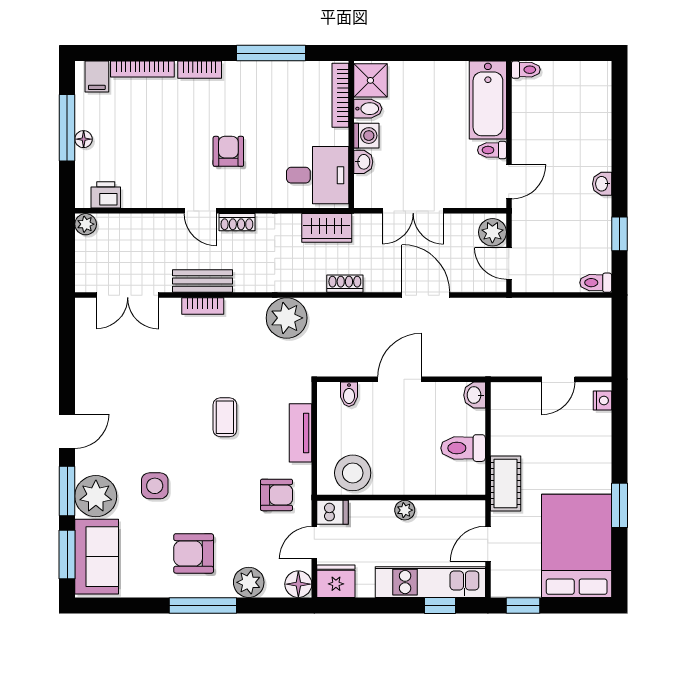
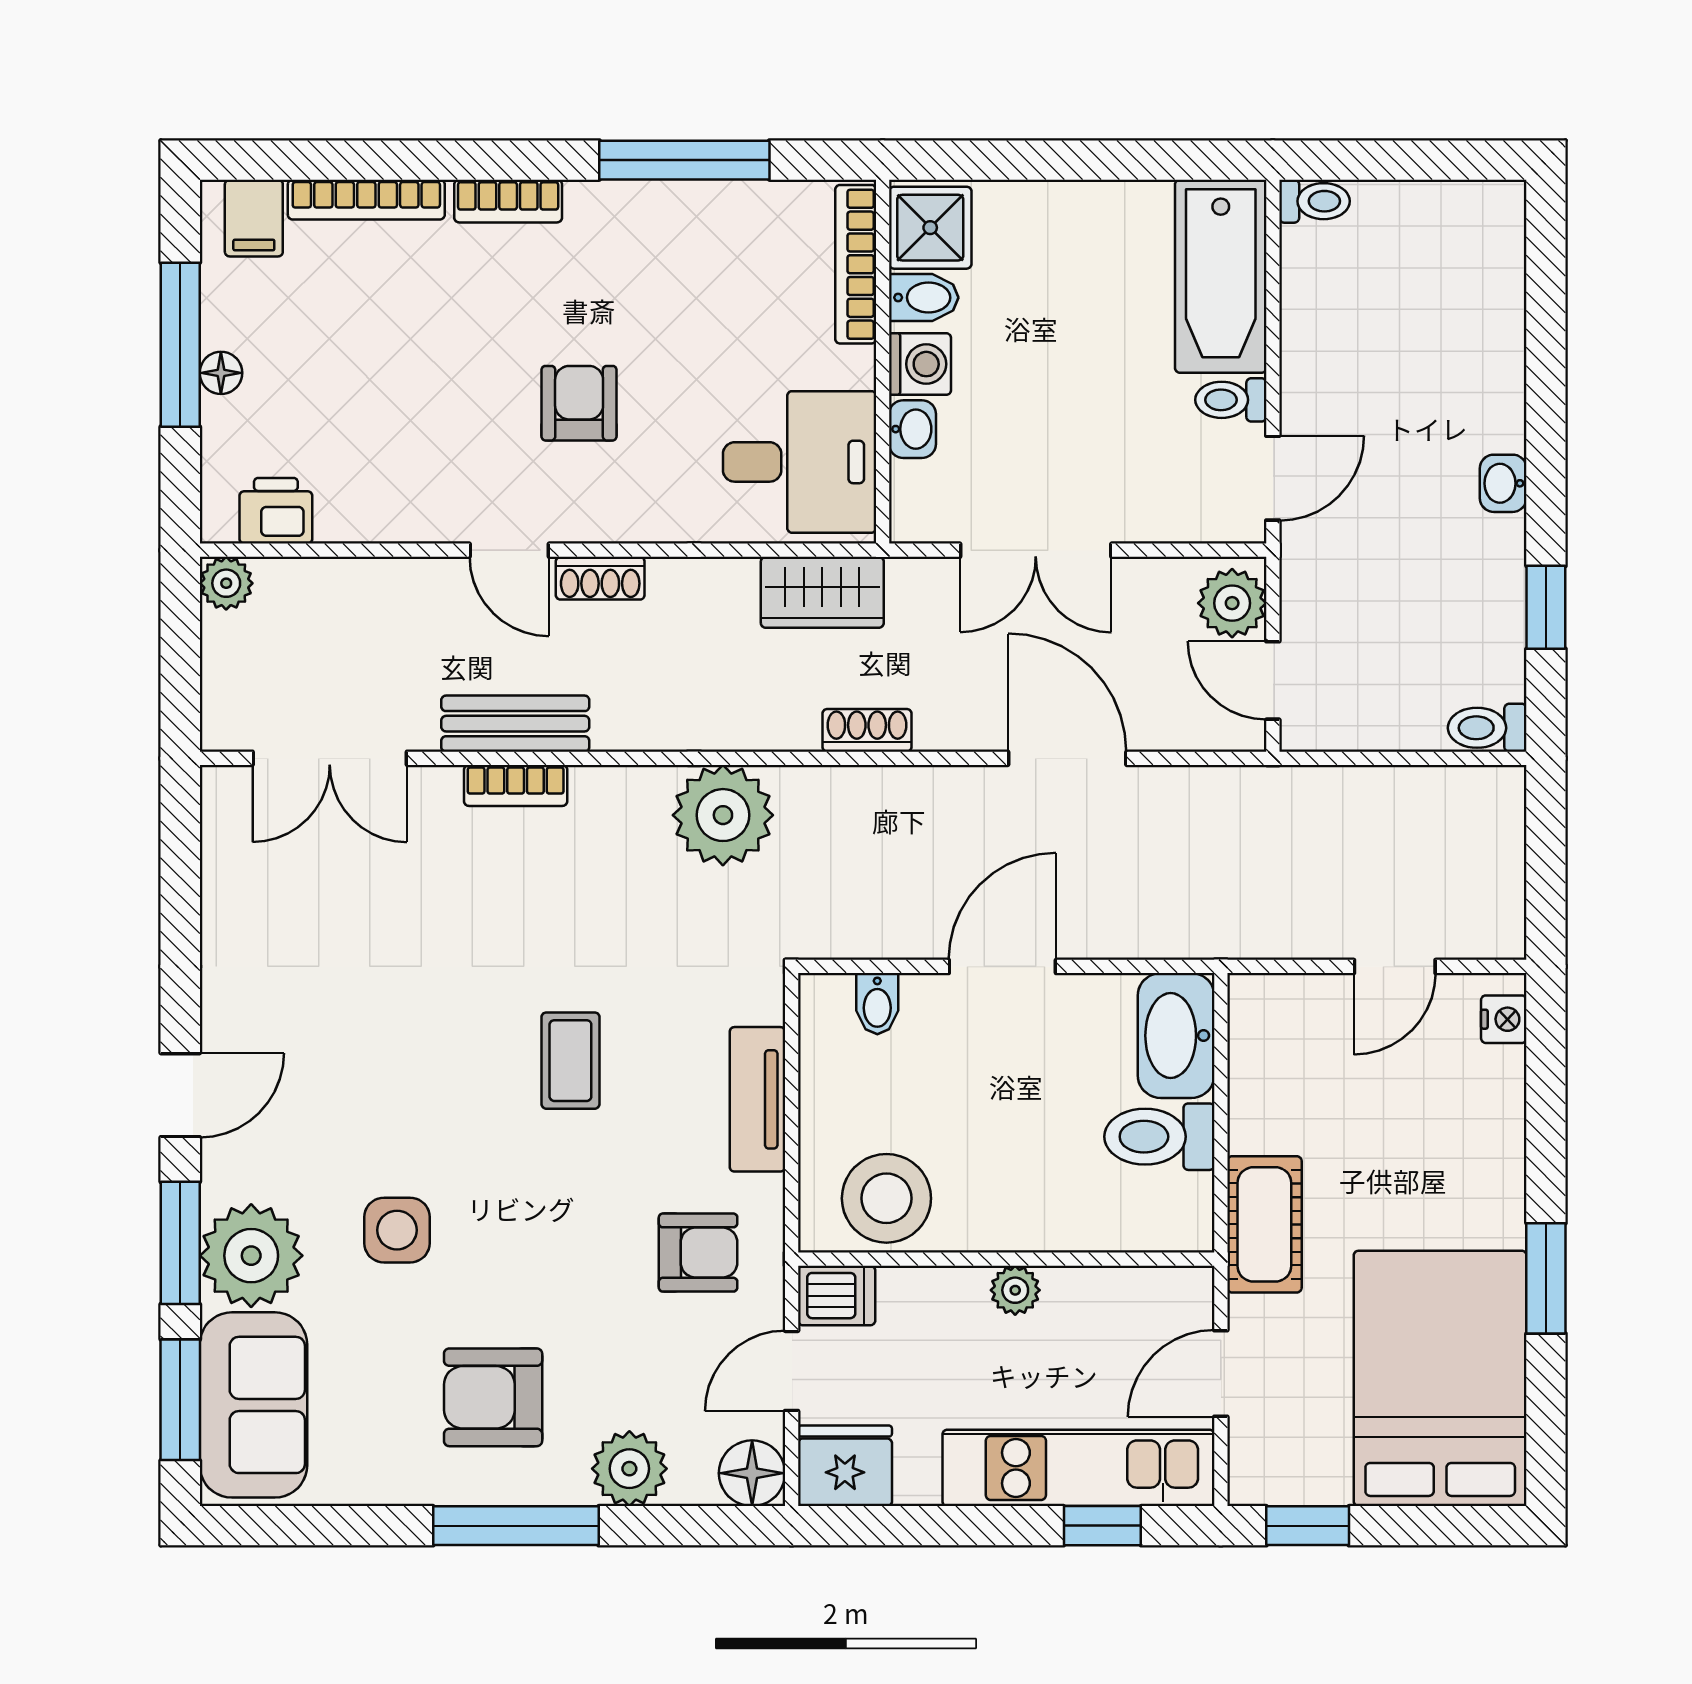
washbasin: (475, 395) -> (1176, 1036), width x1.91, depth x1.45

